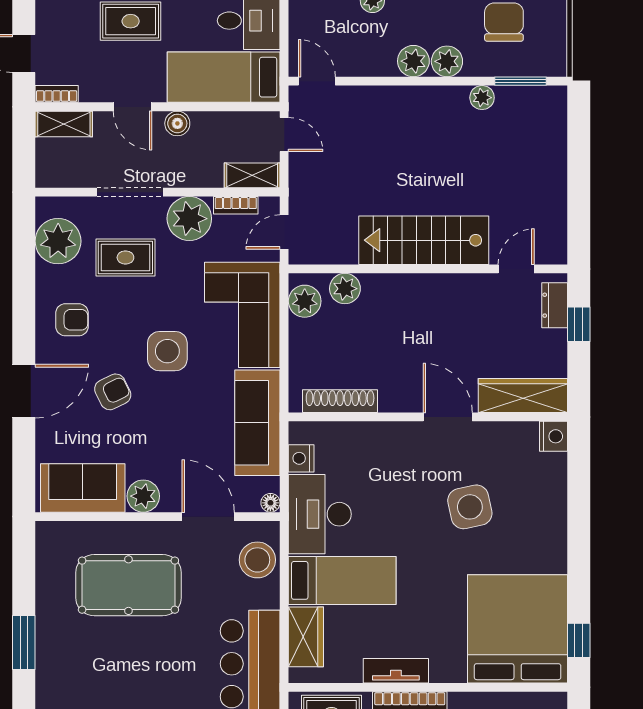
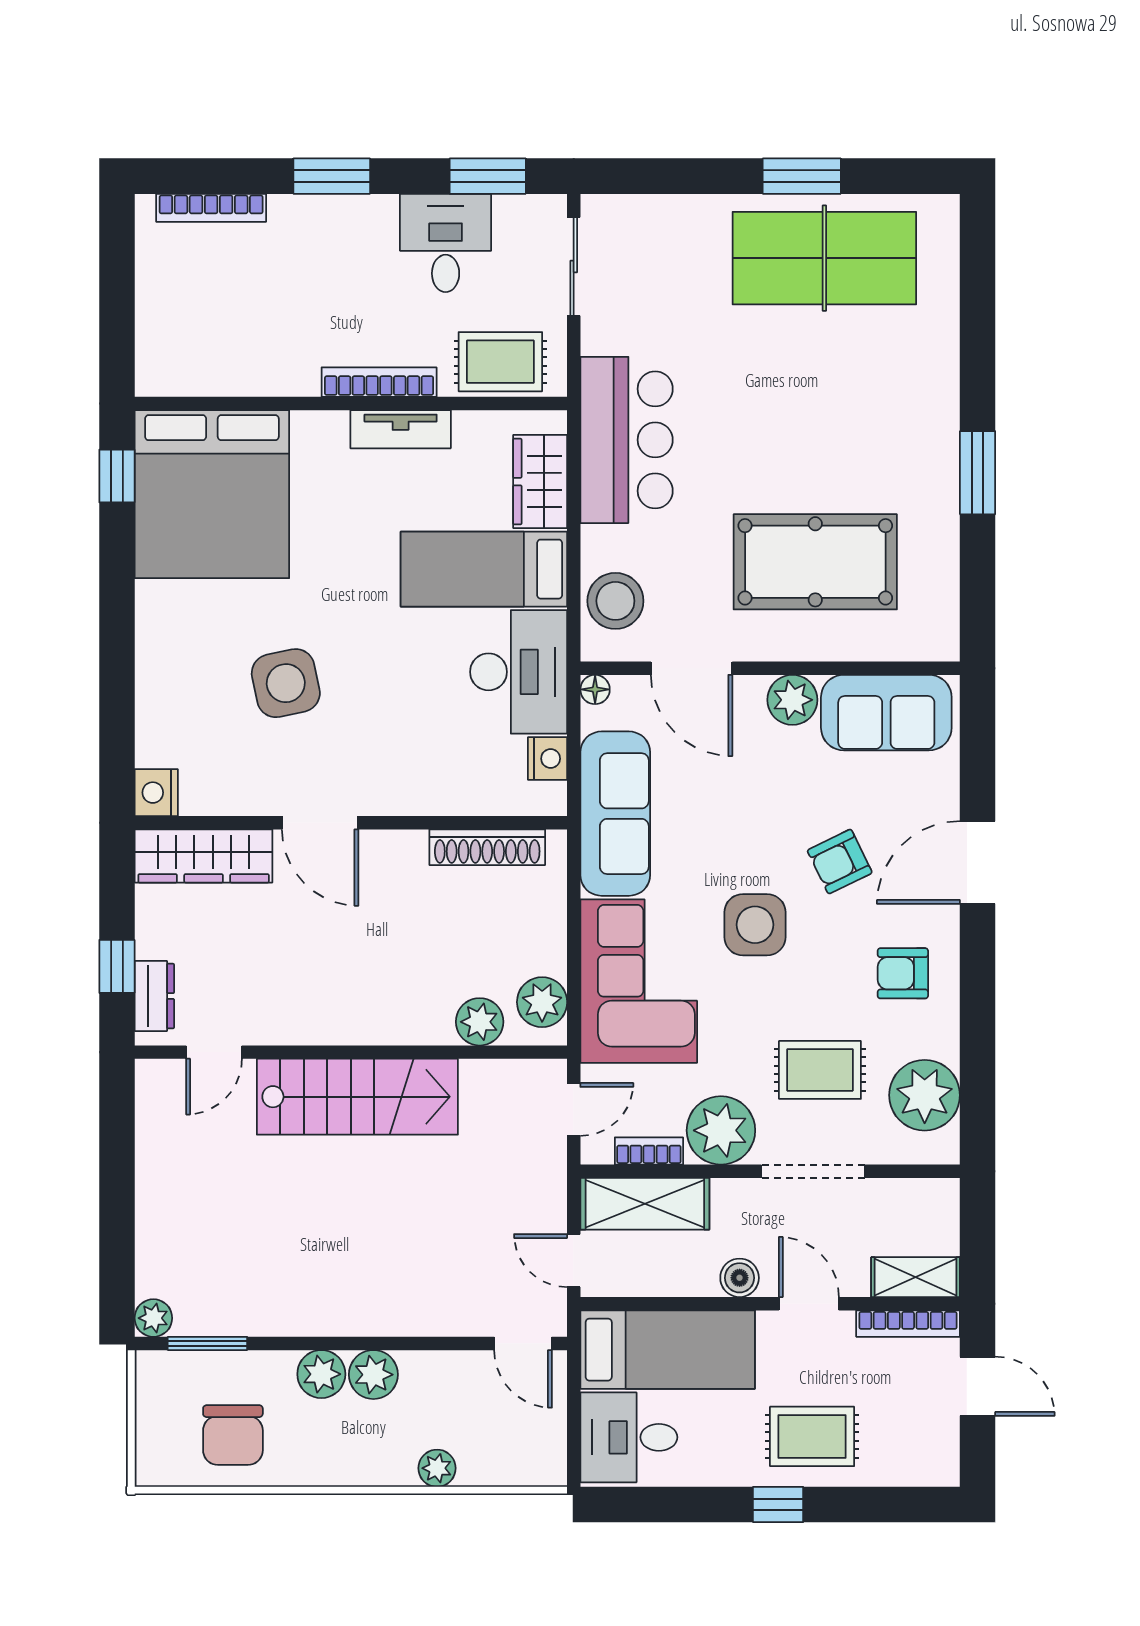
bookcase: (57, 94) -> (908, 1324), width x1.56
plant: (482, 98) -> (153, 1318), moved
shelving: (252, 175) -> (645, 1204), width x1.50, depth x1.33

